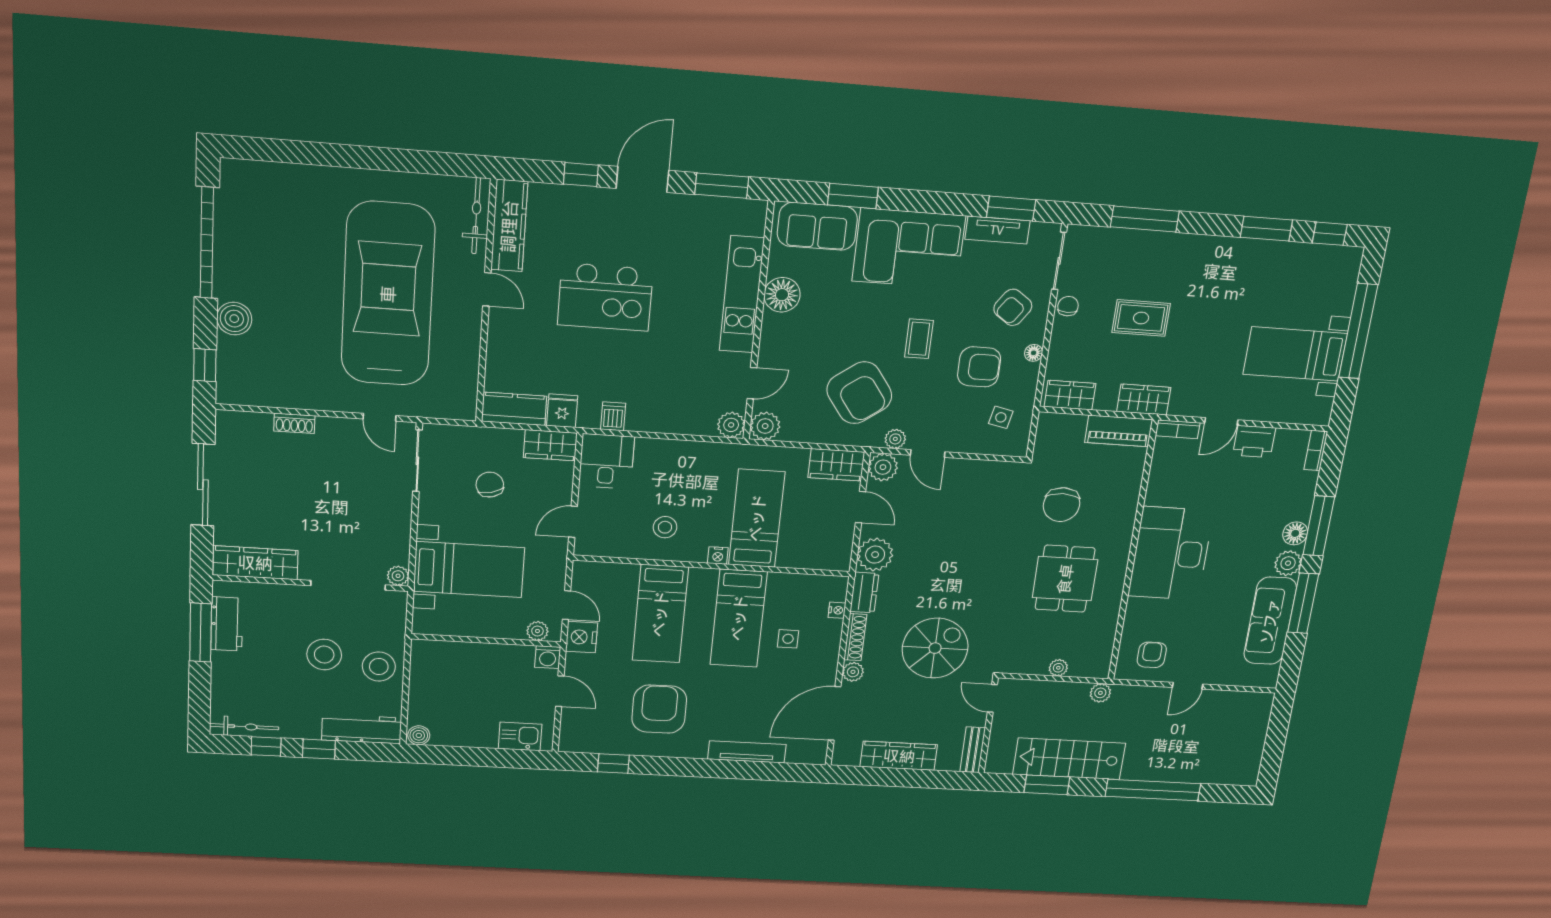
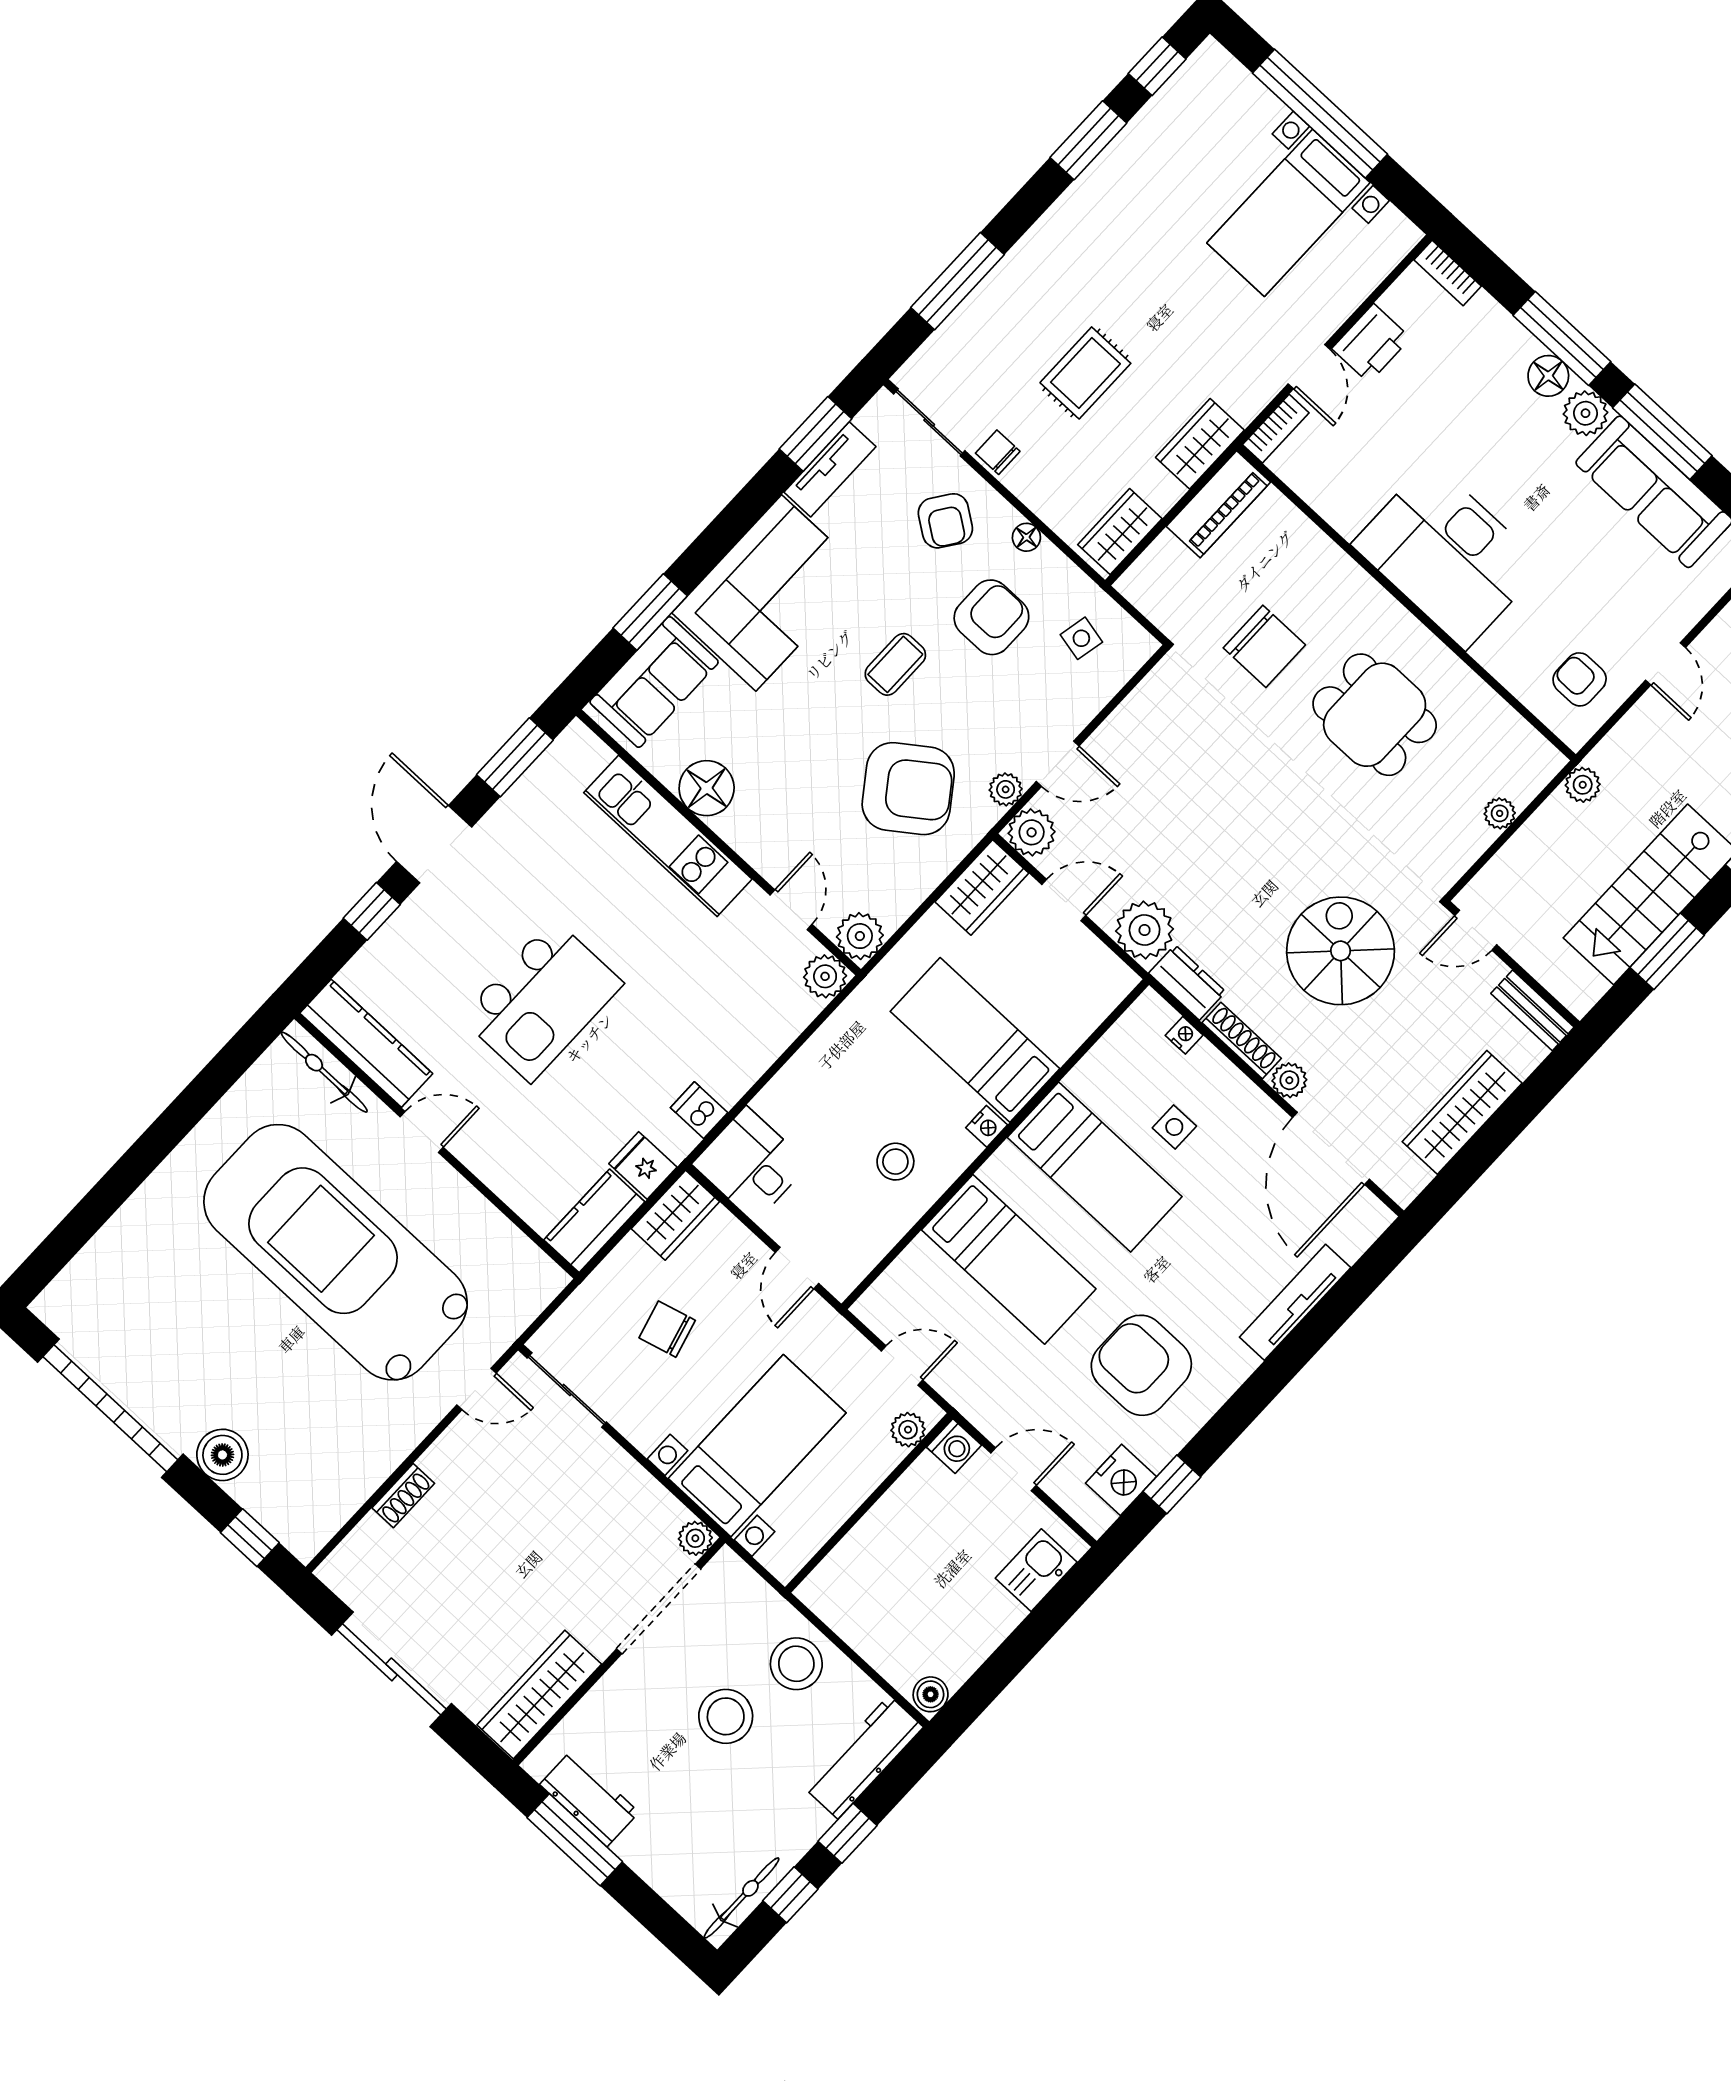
coffee table: (919, 339) -> (895, 664), turned 90
nightstand: (582, 637) -> (1121, 1480), moved, turned -90

